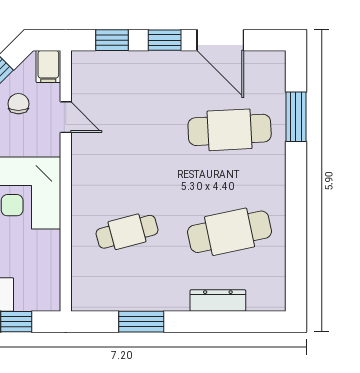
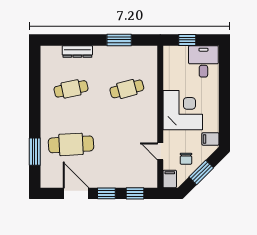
cafe table: (230, 232) -> (71, 89), width x0.73, depth x0.74

